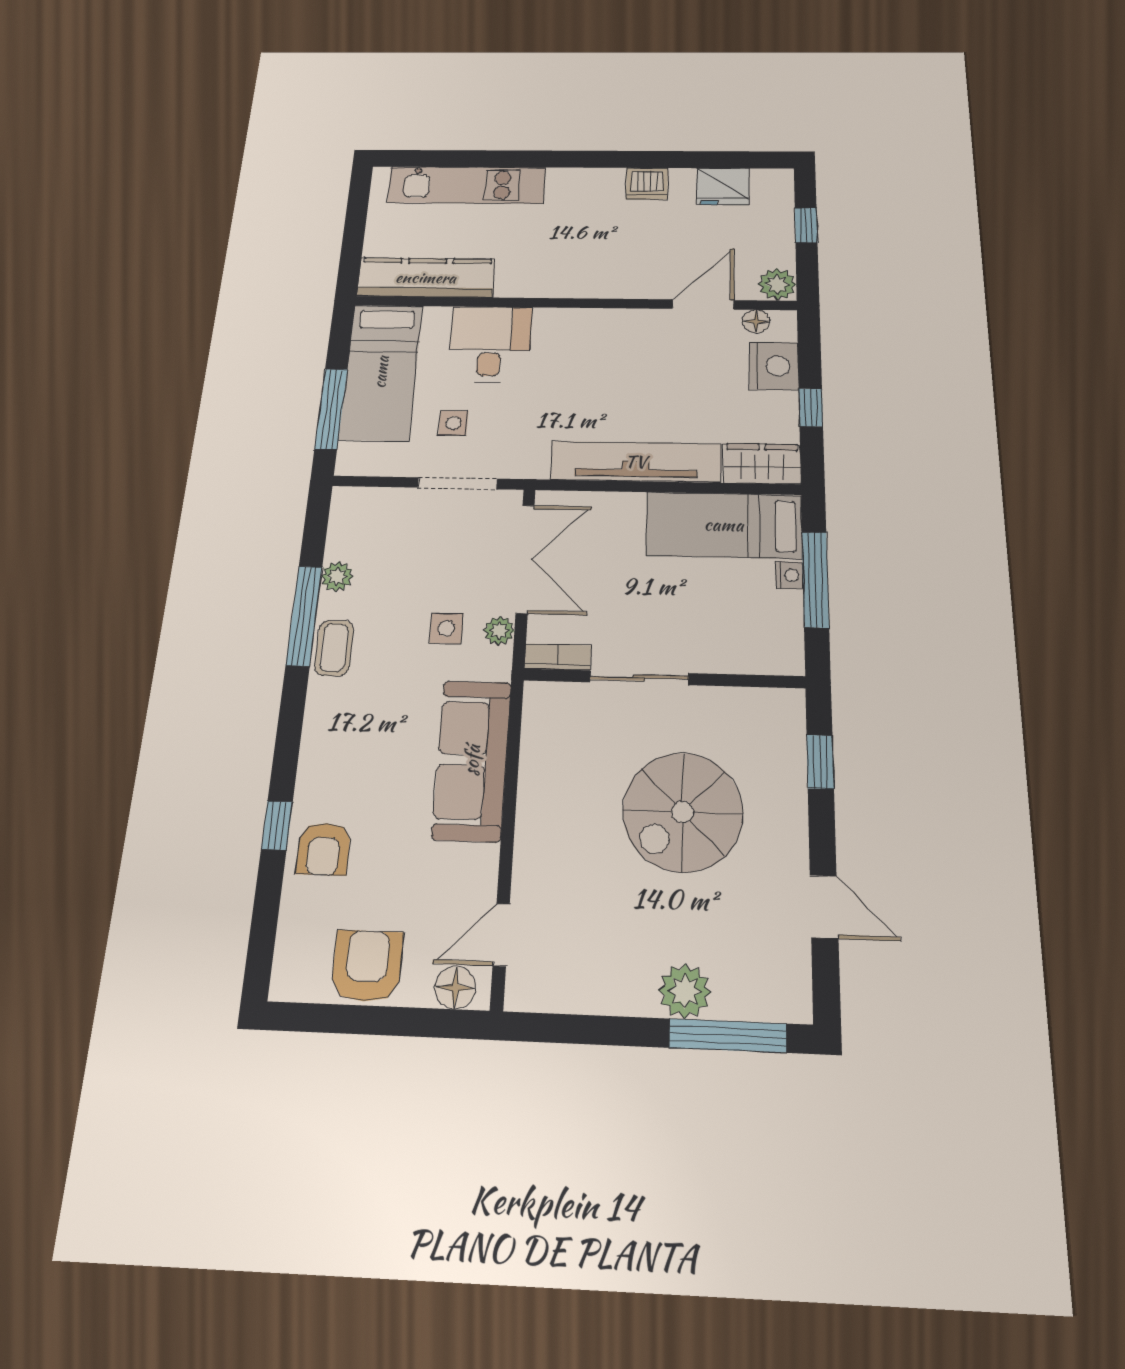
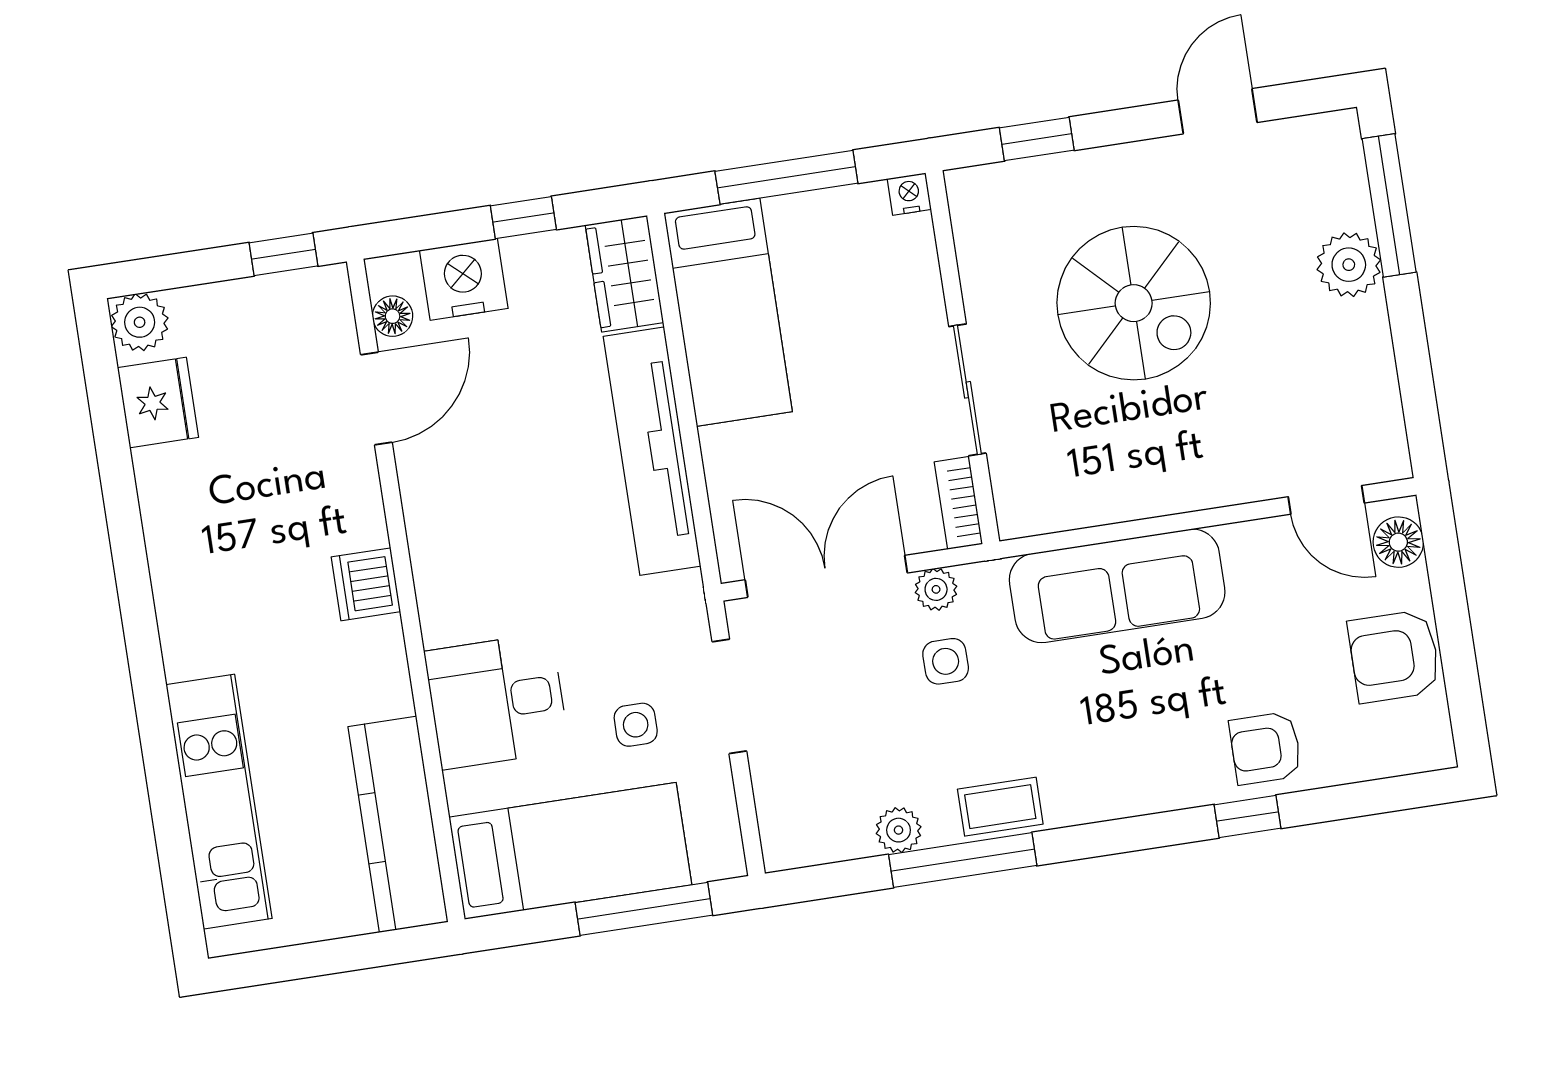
dishwasher: (647, 184) -> (366, 584), moved, turned 180
window: (806, 225) -> (283, 254), moved
plant: (777, 284) -> (140, 322), moved
door: (703, 304) -> (376, 398), swing flipped
nightstand: (789, 575) -> (909, 194), moved
armchair: (324, 849) -> (1265, 748), turned 180

